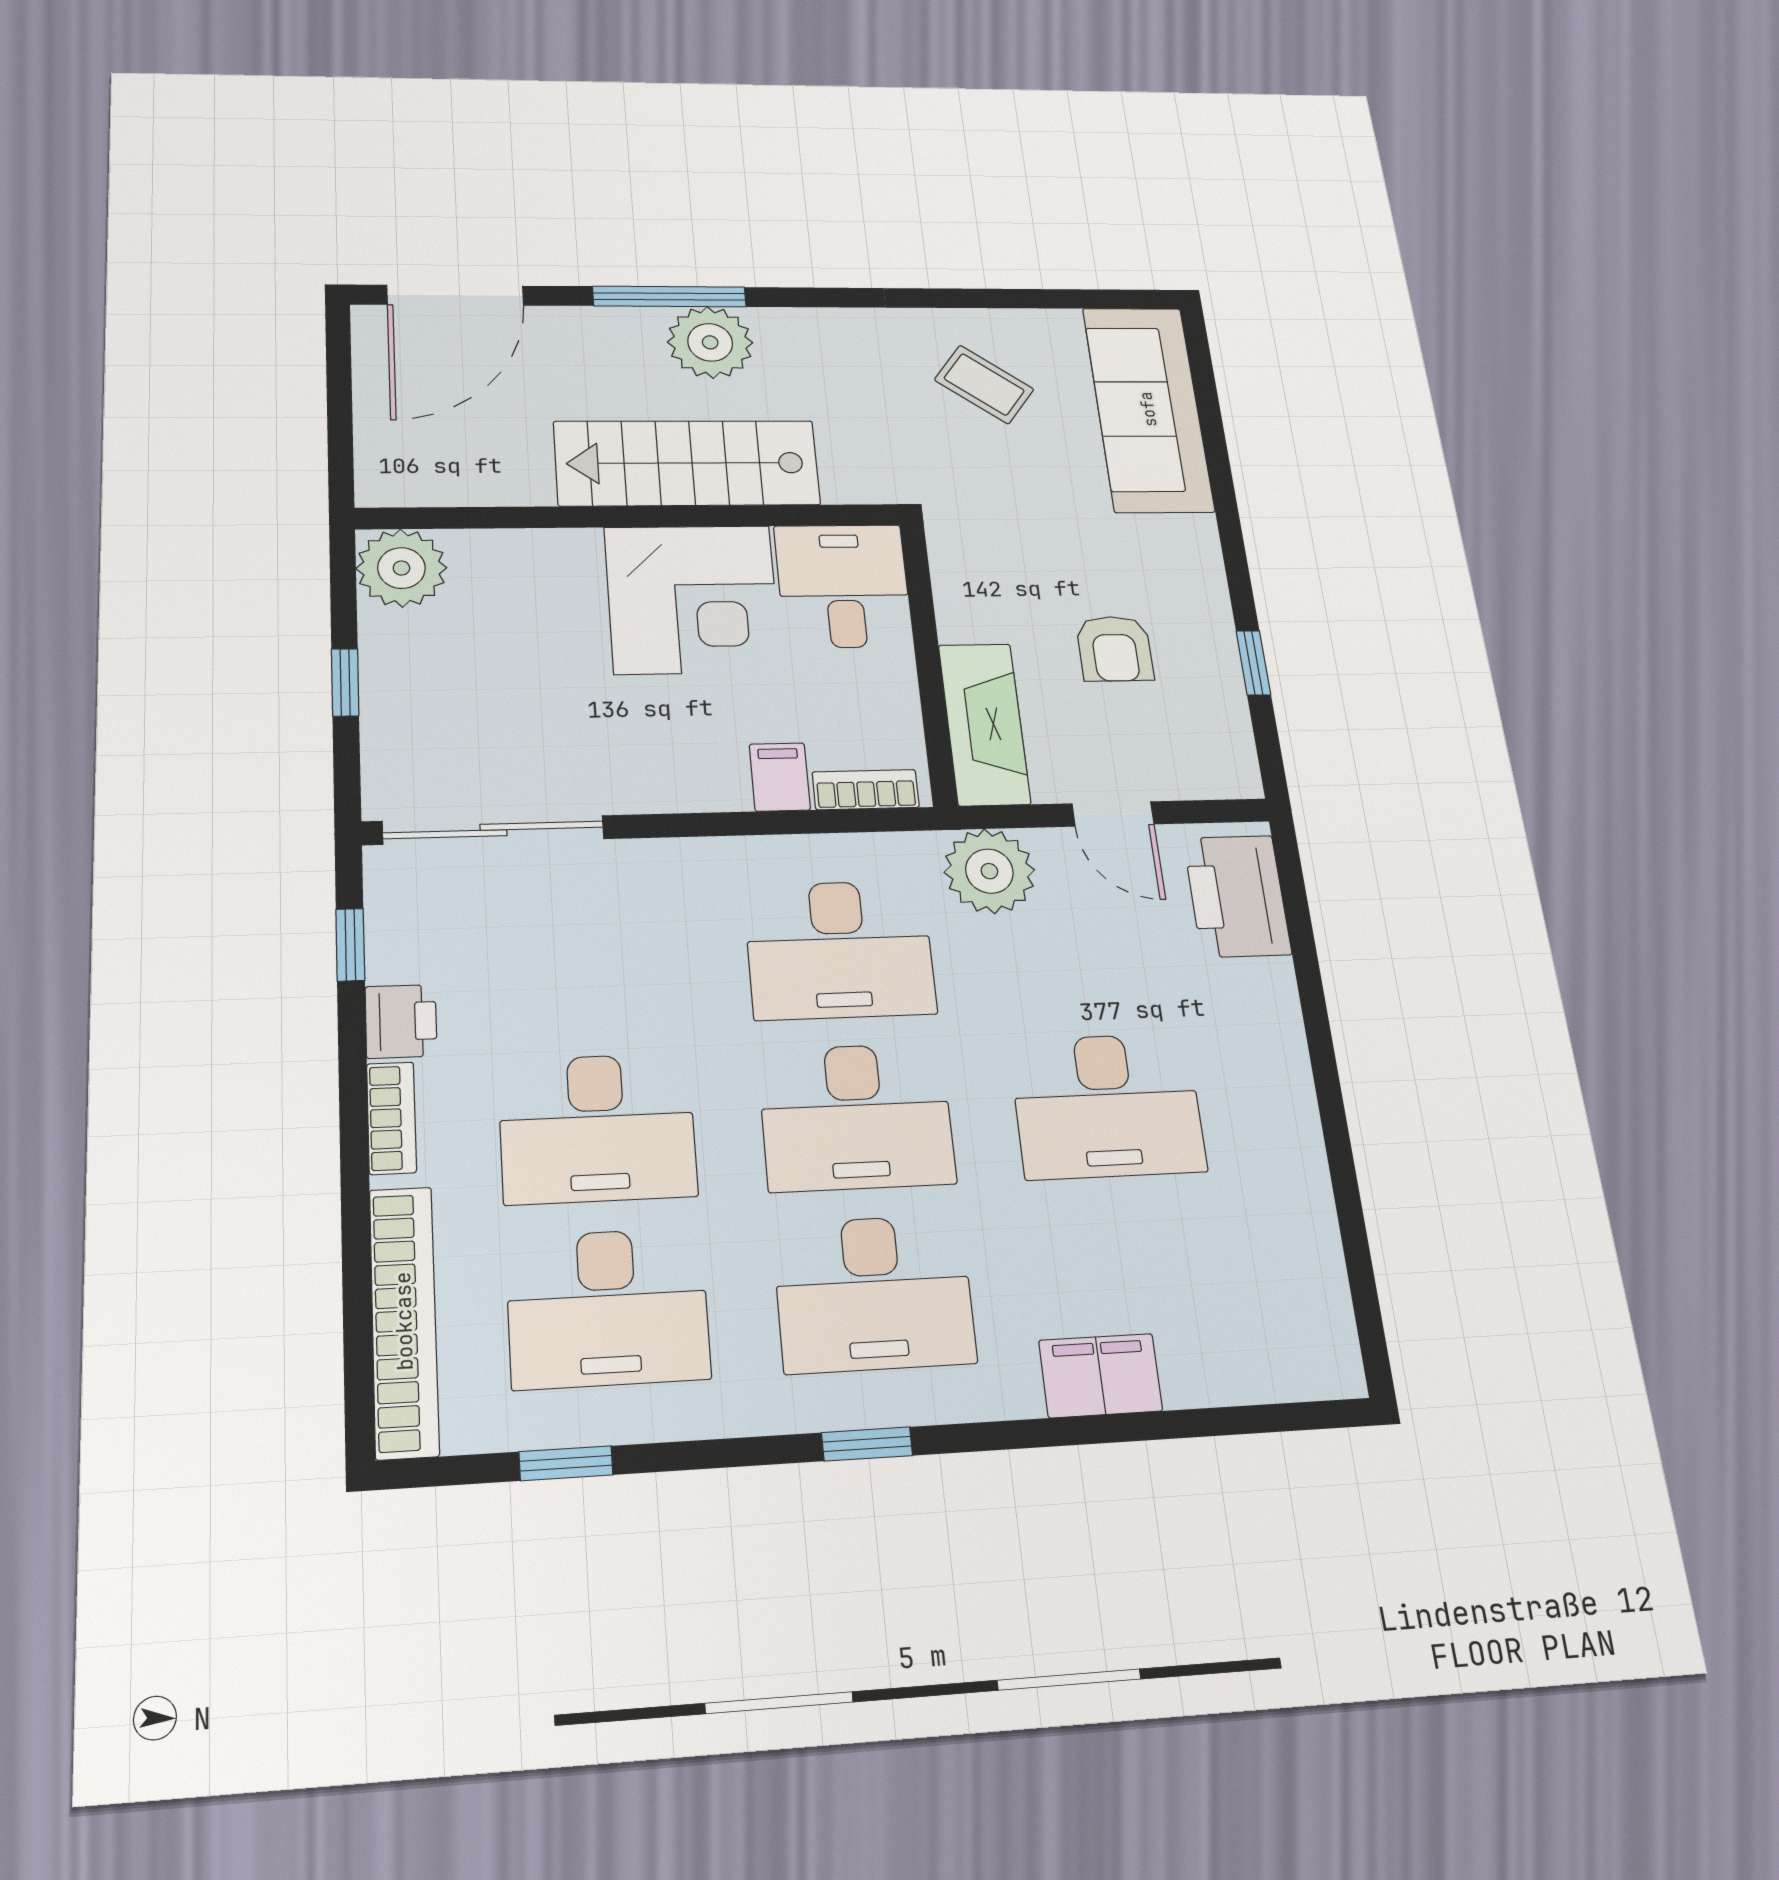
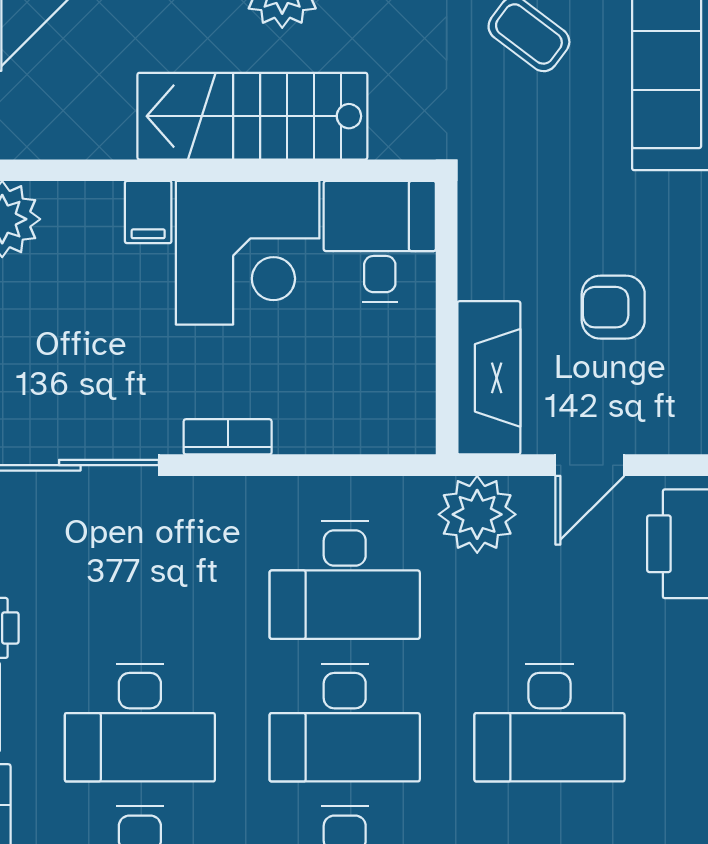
armchair: (1115, 649) -> (613, 307), turned 90
filing cabinet: (780, 777) -> (148, 212), moved, turned 180
bookcase: (866, 790) -> (228, 437), moved
door: (1113, 814) -> (590, 465), hinge flipped

